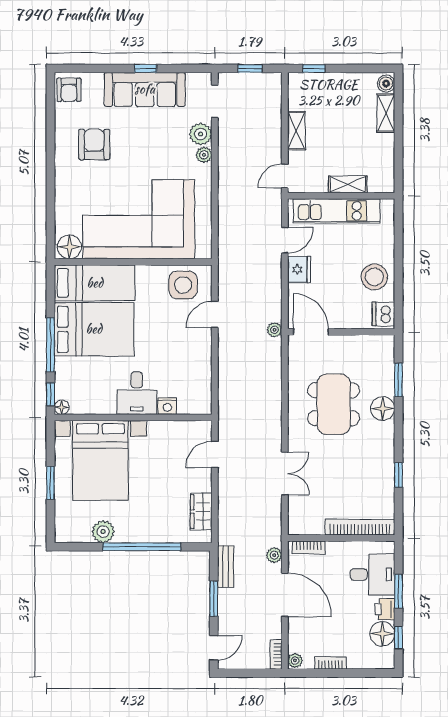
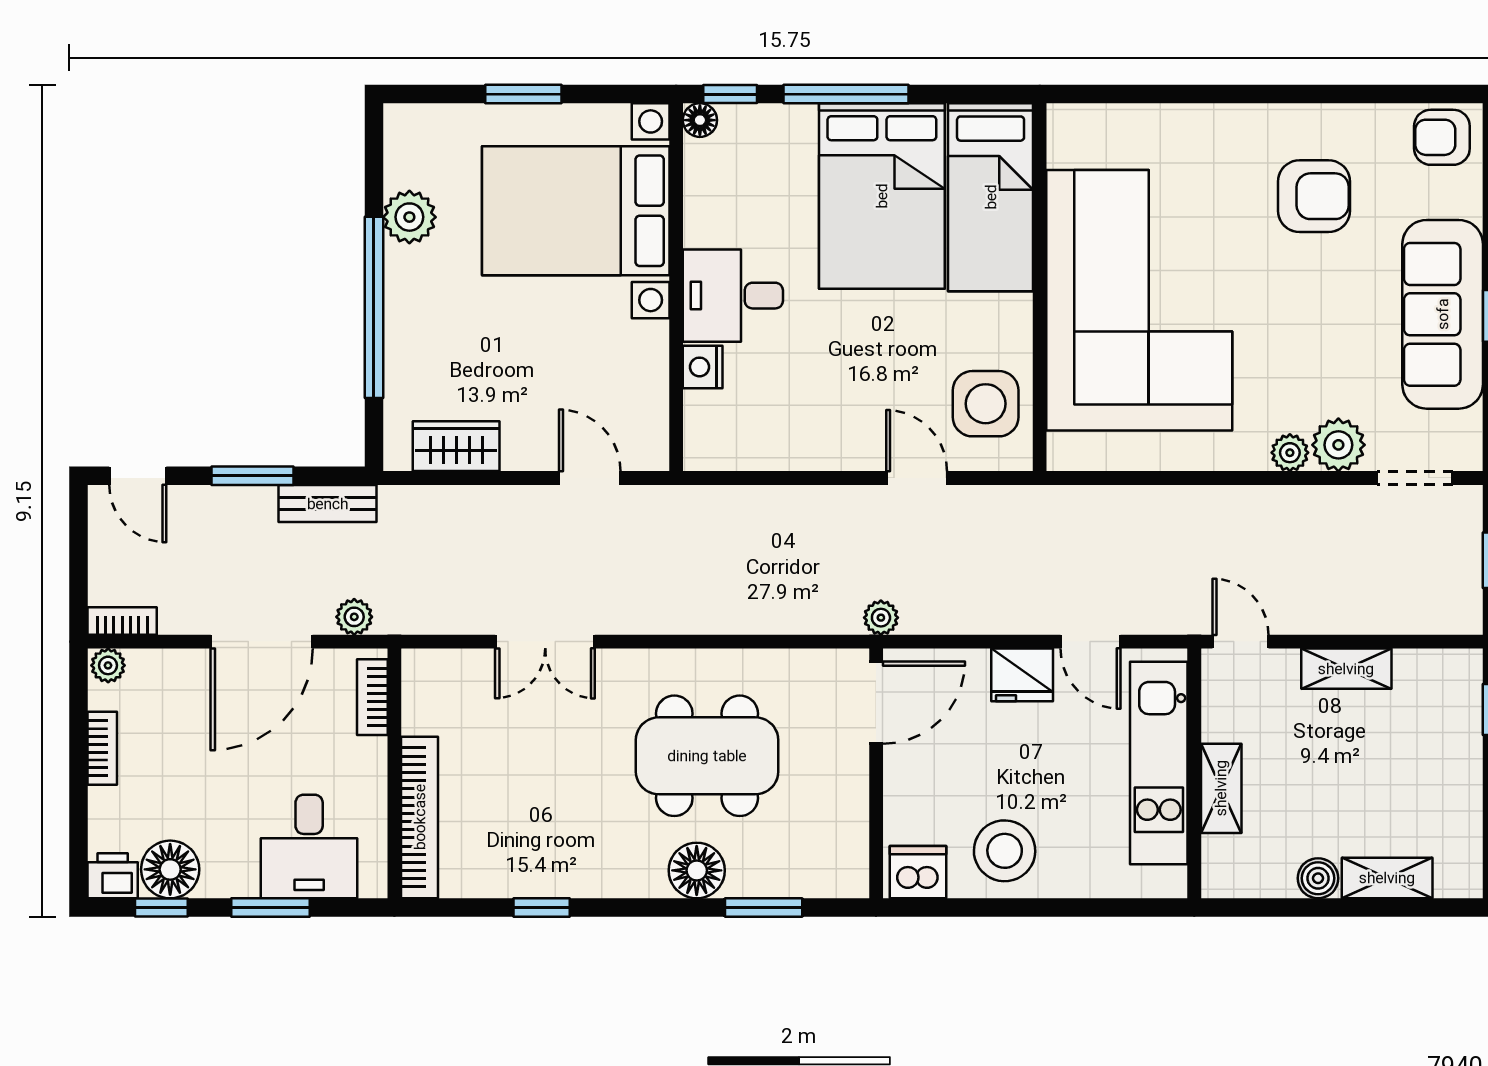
boiler: (386, 84) -> (1318, 878), moved
floor lamp: (69, 247) -> (1075, 138), removed
printer: (385, 609) -> (113, 876), moved

